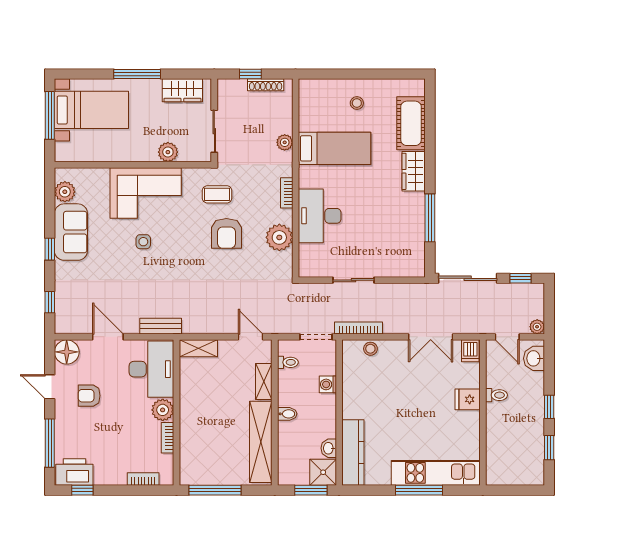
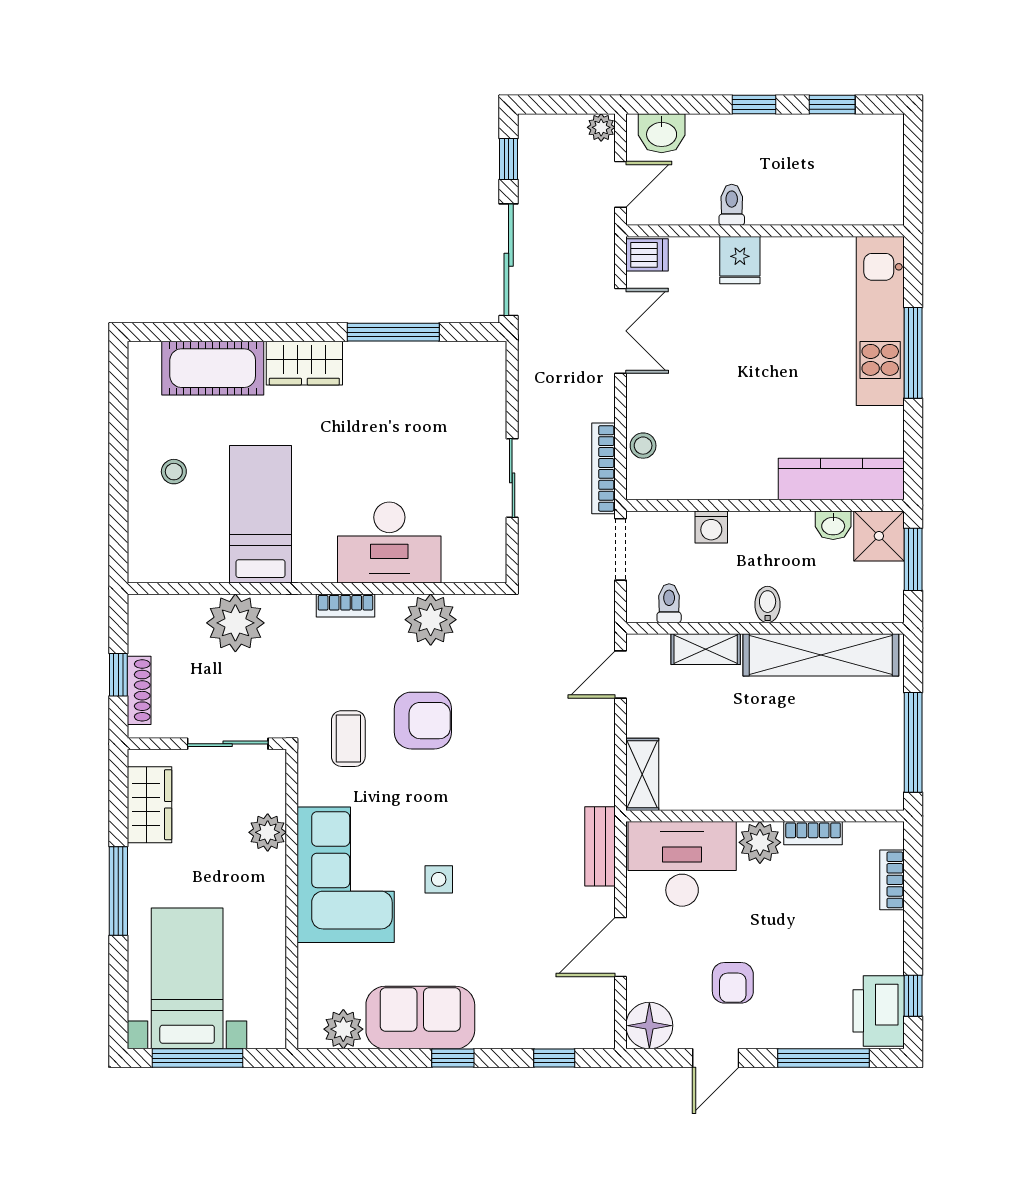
shoe rack: (266, 85) -> (139, 690), moved
plant: (285, 142) -> (235, 623), width x1.88, depth x1.88

